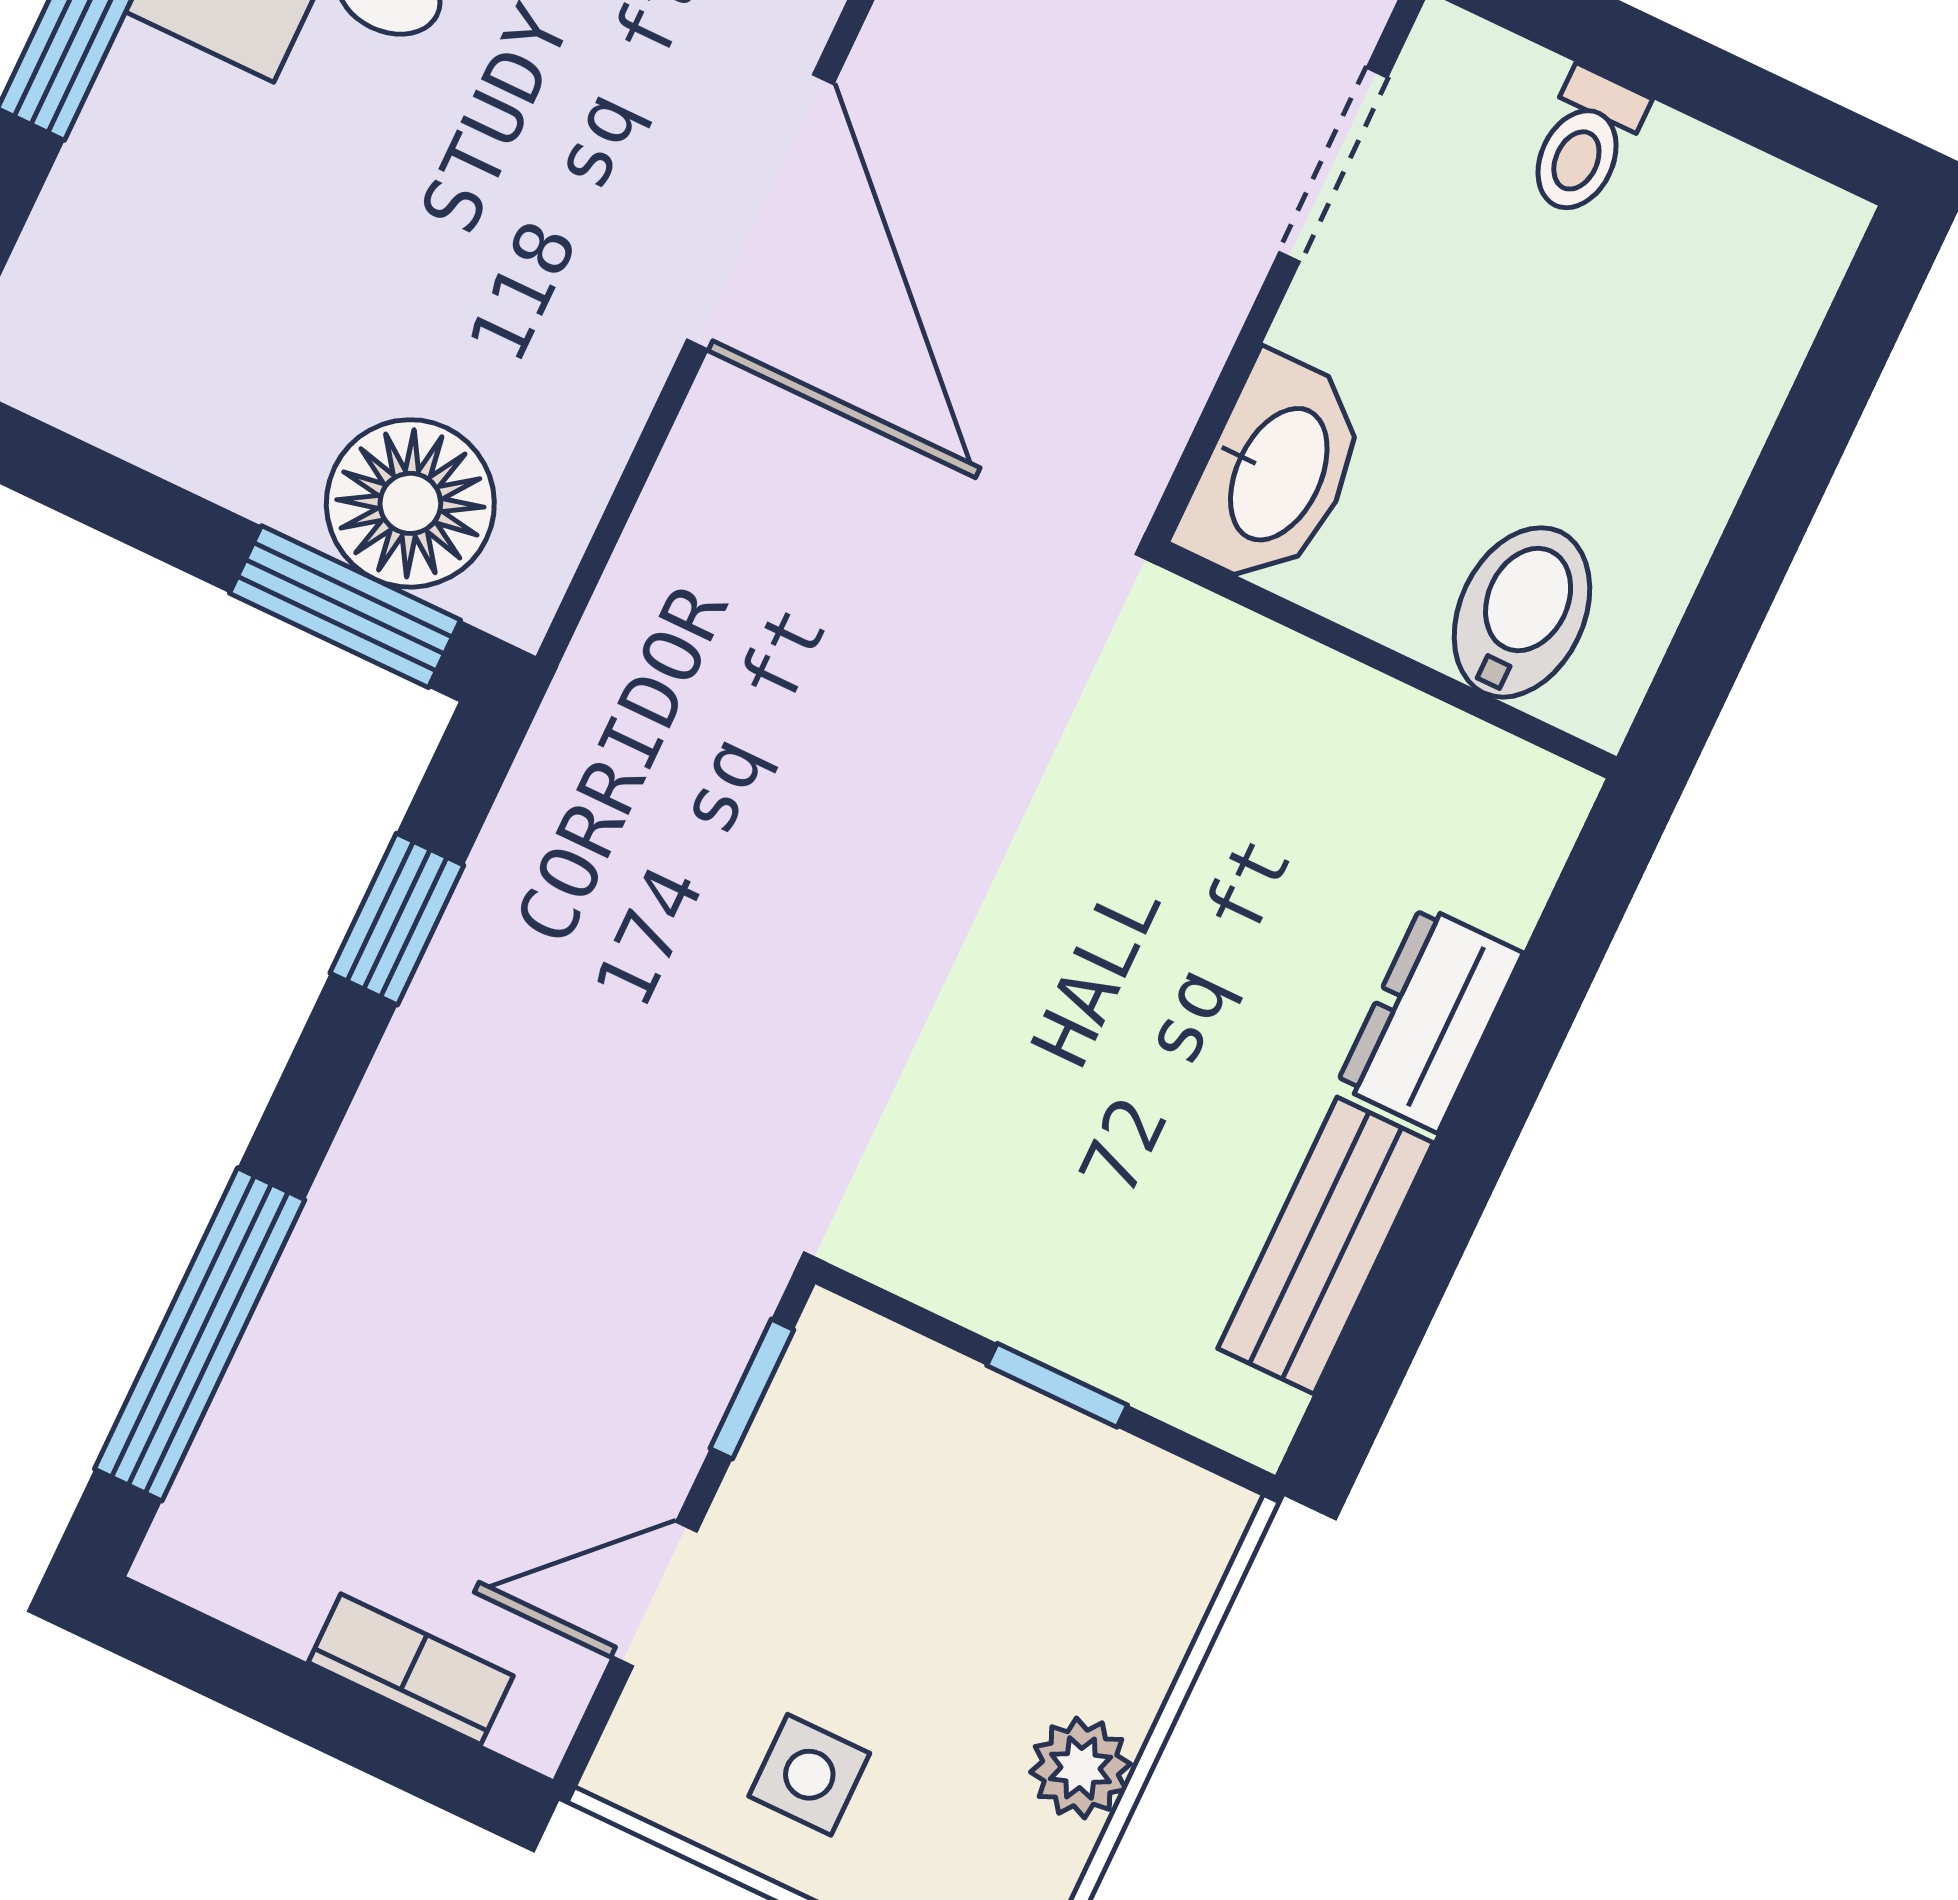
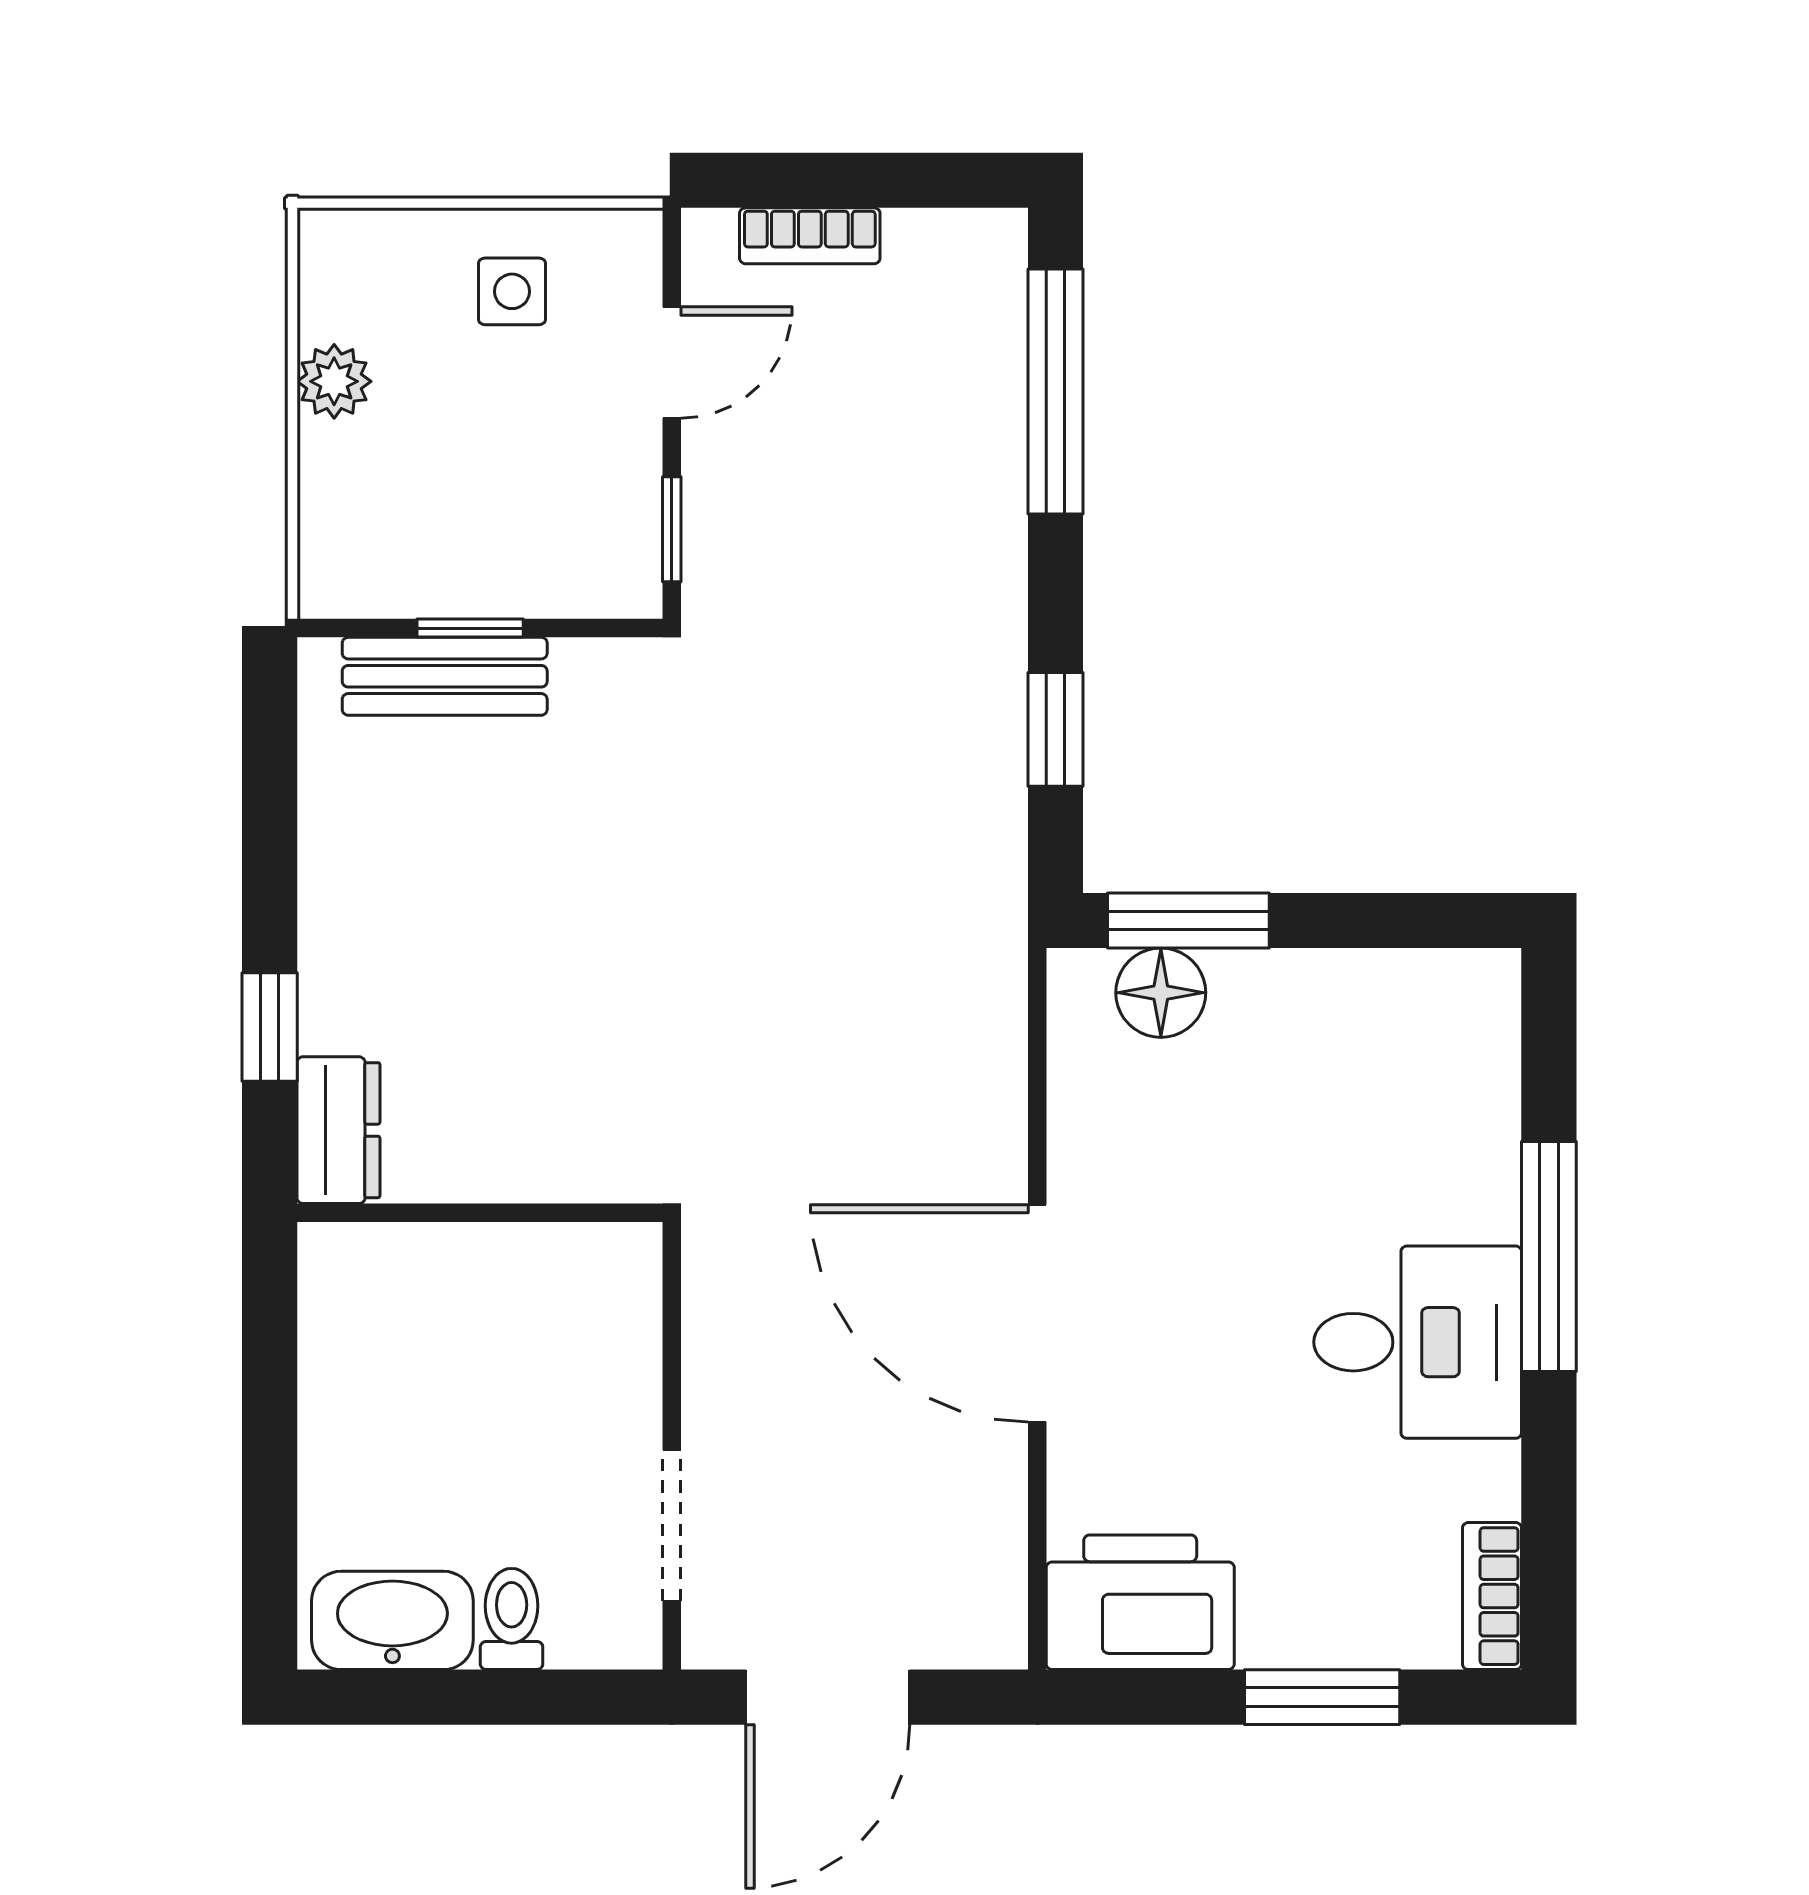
washbasin: (1275, 472) -> (392, 1620), moved, turned 90
floor lamp: (410, 503) -> (1161, 993), width x0.73, depth x0.73
bidet: (1522, 612) -> (405, 1288), removed
window: (1537, 1012) -> (270, 1027), added
dresser: (1430, 1019) -> (338, 1130), moved
bench: (1326, 1246) -> (445, 676), moved, turned 90

